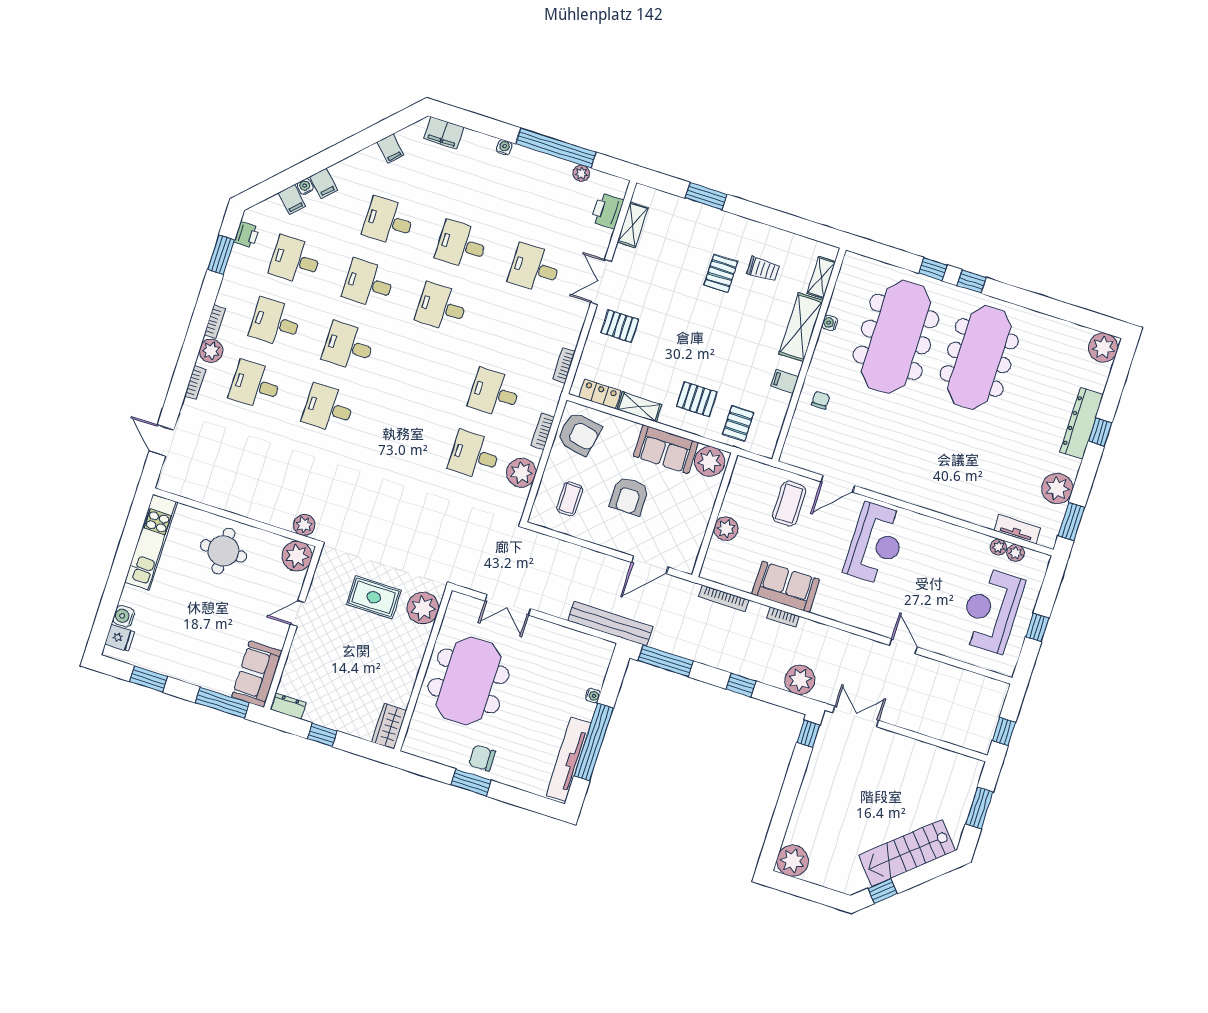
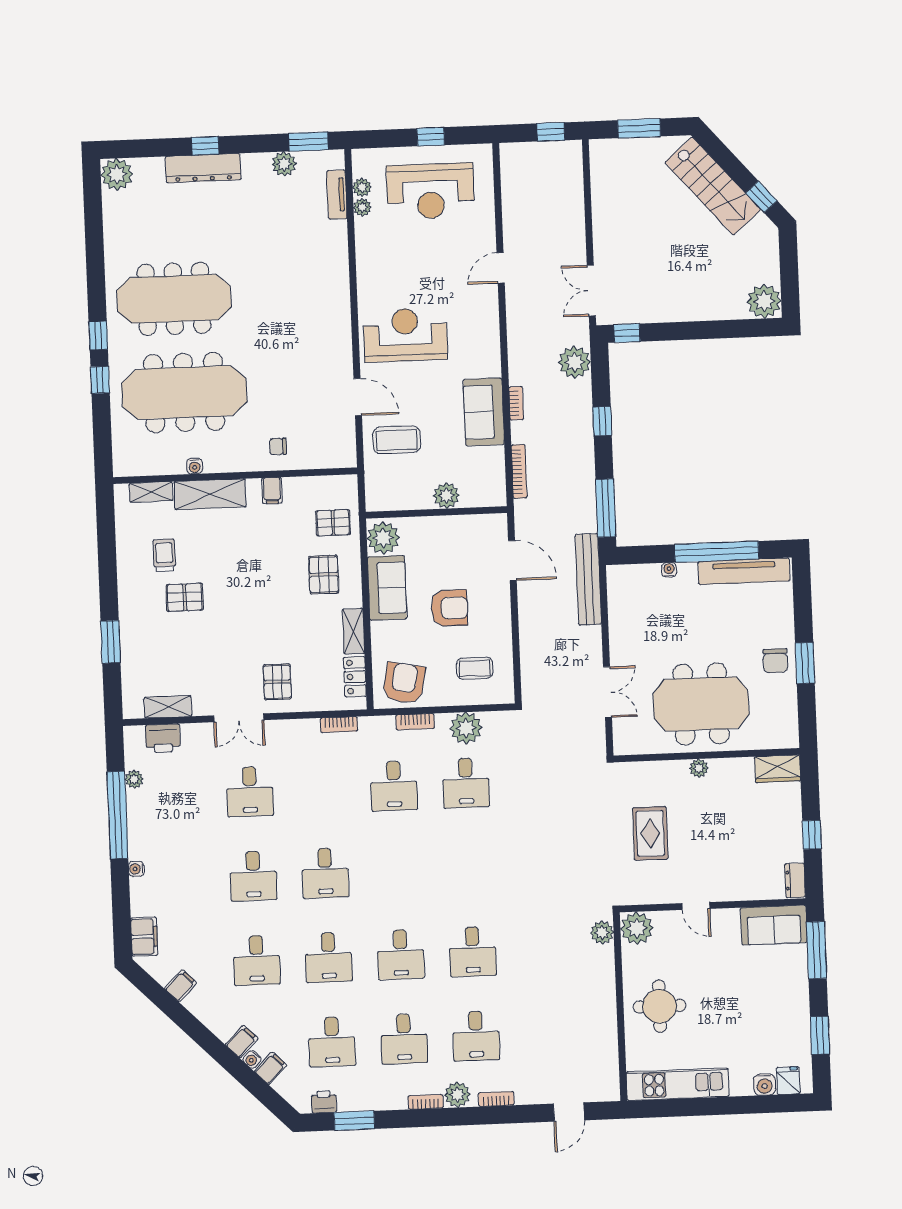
plant: (1057, 489) -> (284, 164), width x0.73, depth x0.73
plant: (423, 608) -> (699, 768), moved, width x0.53, depth x0.53

